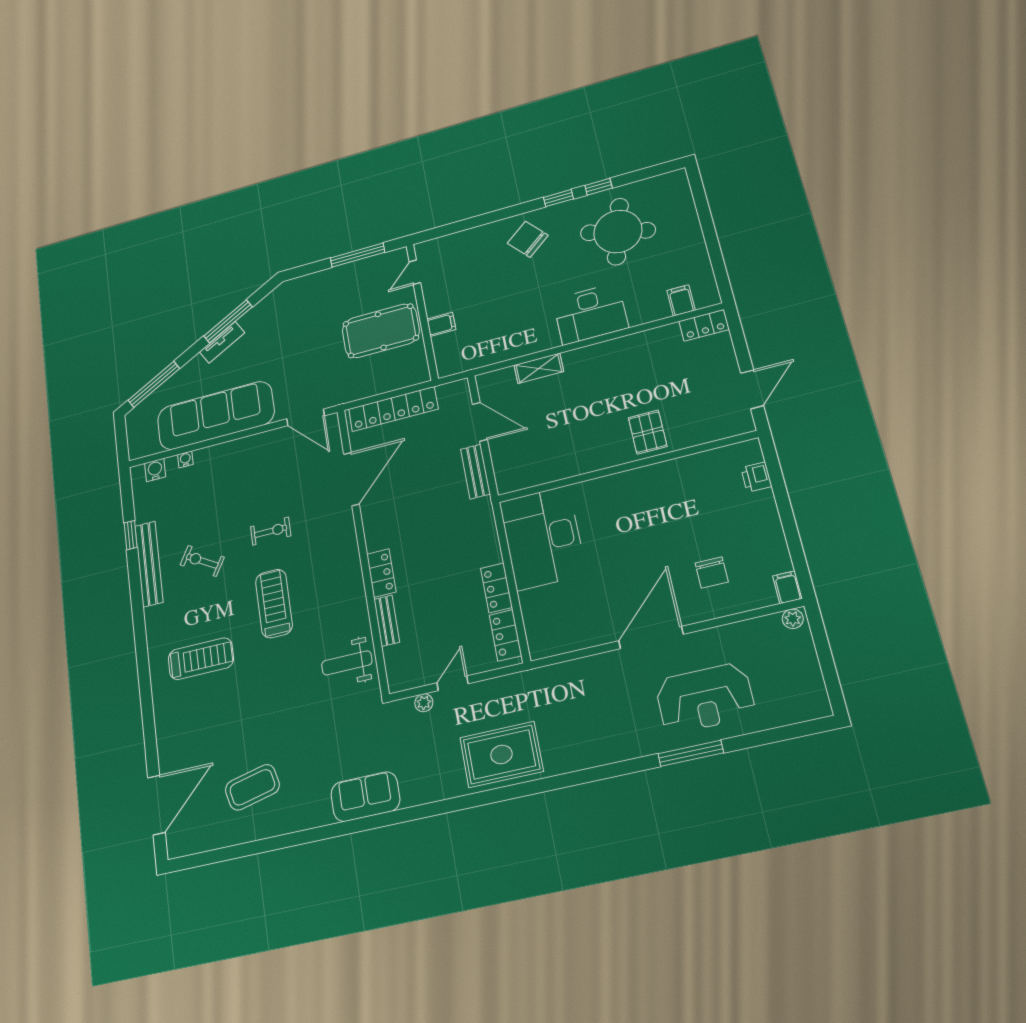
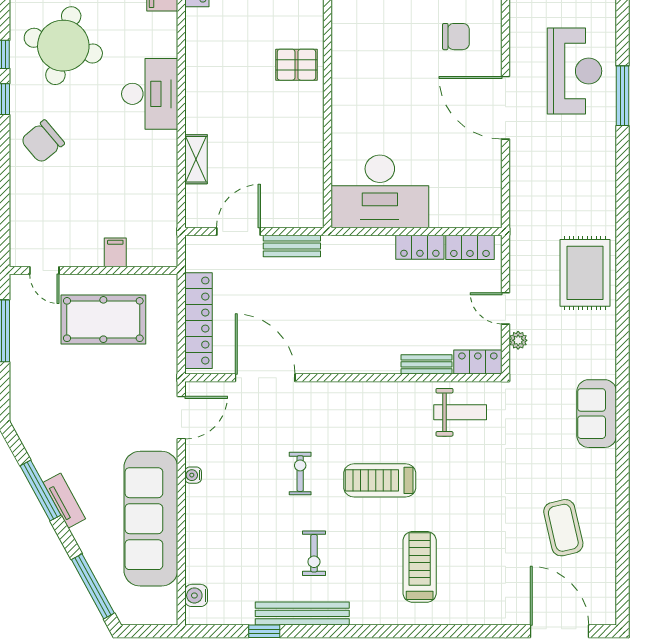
pool table: (381, 331) -> (103, 320), turned 90
water cooler: (185, 459) -> (193, 475), moved
exercise bike: (202, 561) -> (314, 553), turned -31
locker: (381, 573) -> (478, 362), moved
weight bench: (347, 663) -> (460, 412), turned -90

